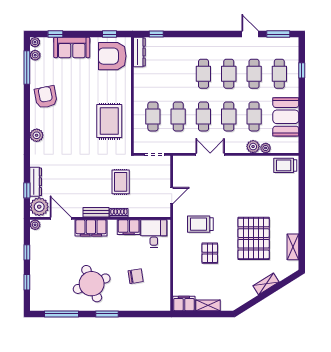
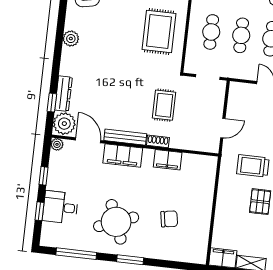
bench: (96, 212) -> (125, 137), width x1.36
desk: (154, 234) -> (60, 207), moved, turned -90

